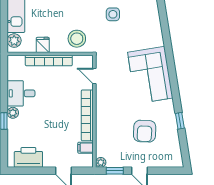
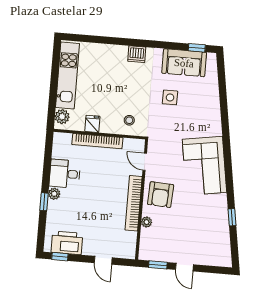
stool: (77, 39) -> (129, 120), width x0.53, depth x0.53
armchair: (145, 131) -> (161, 195), moved
filing cabinet: (86, 148) -> (129, 238), removed
plant: (101, 162) -> (146, 222), moved
window: (23, 171) -> (60, 257), added

